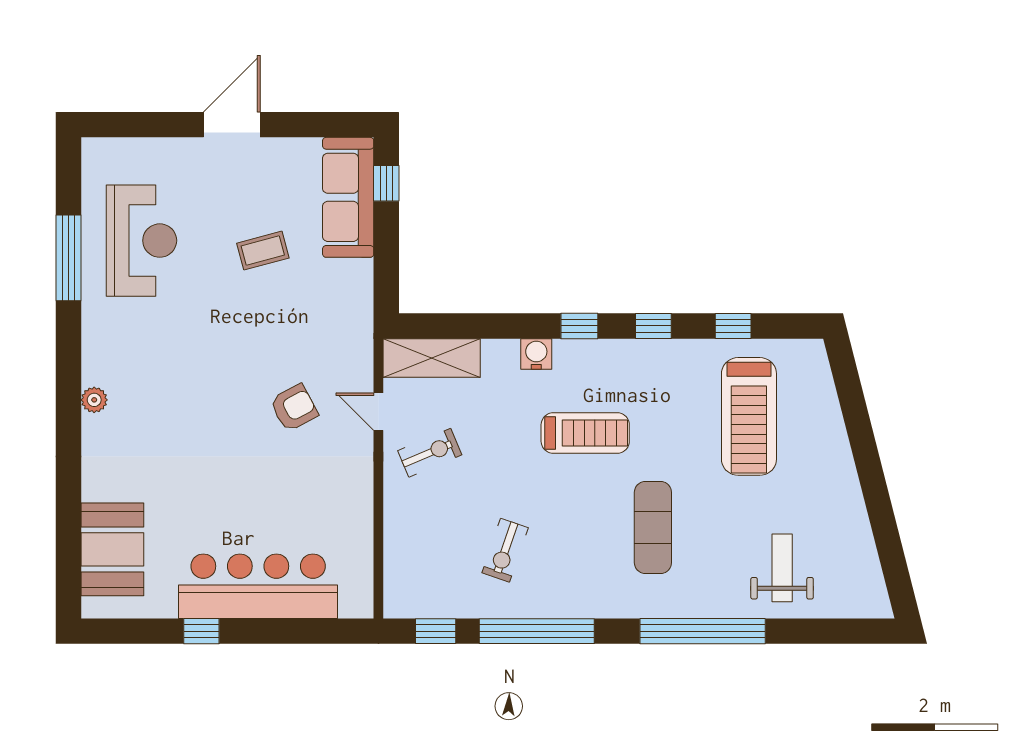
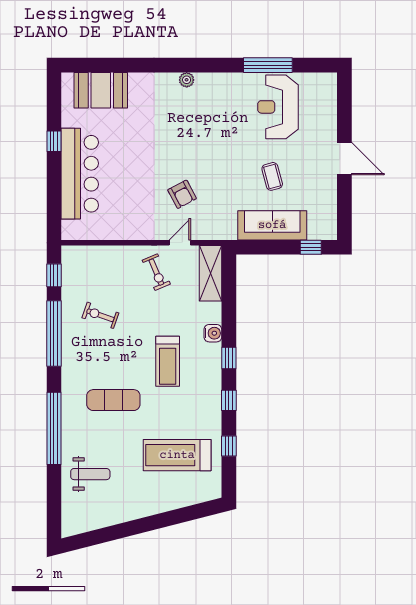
sofa: (348, 197) -> (272, 225), moved
reception desk: (142, 241) -> (278, 107), turned 90

